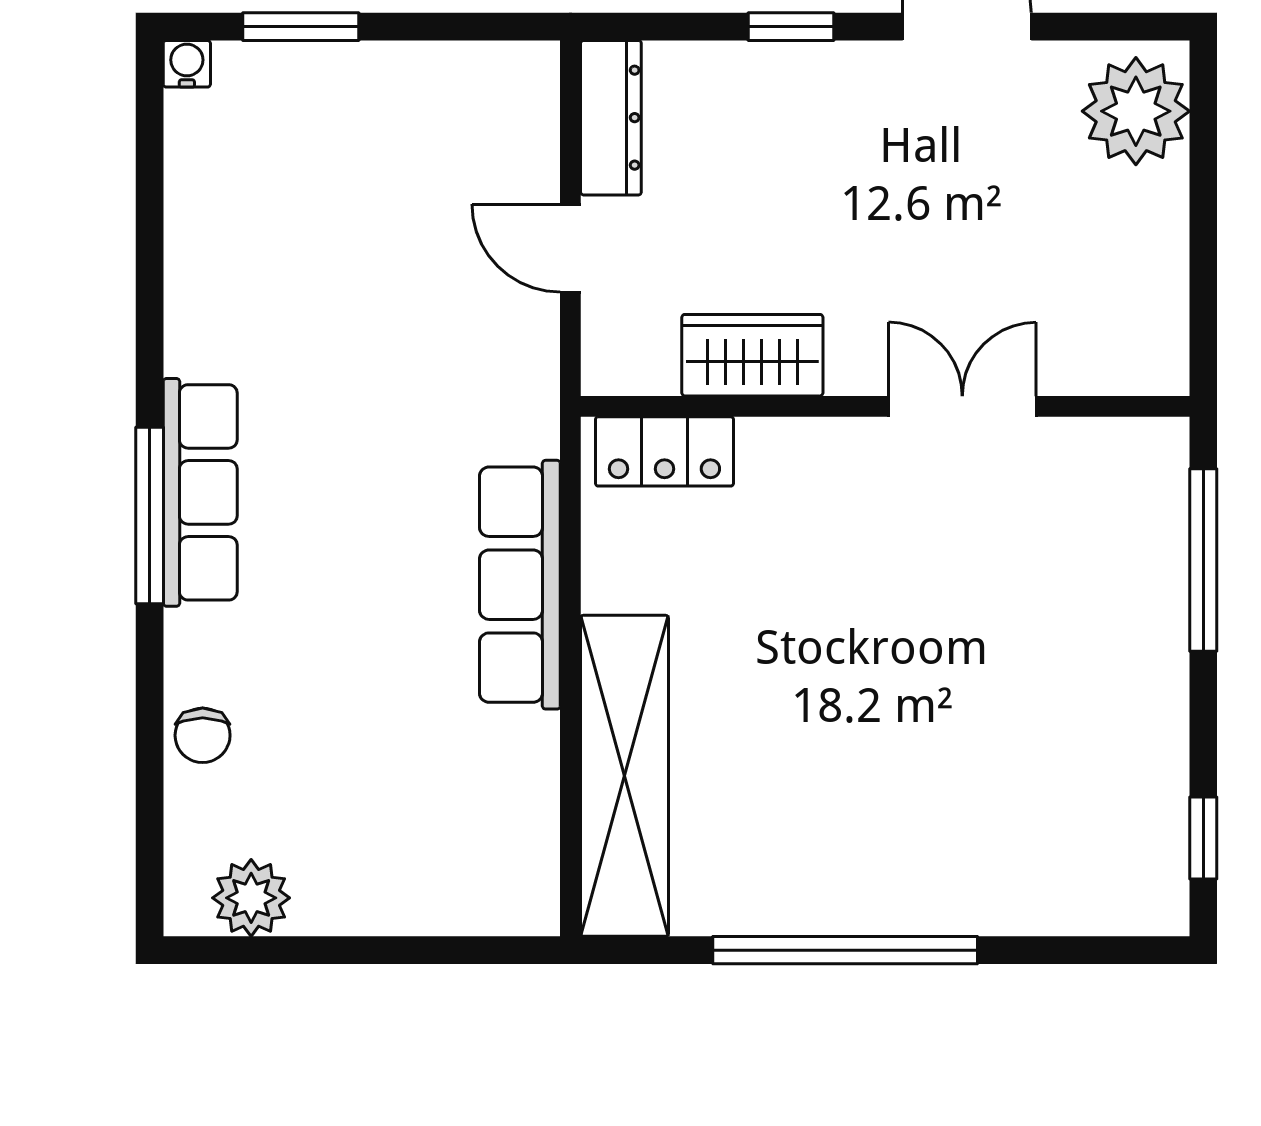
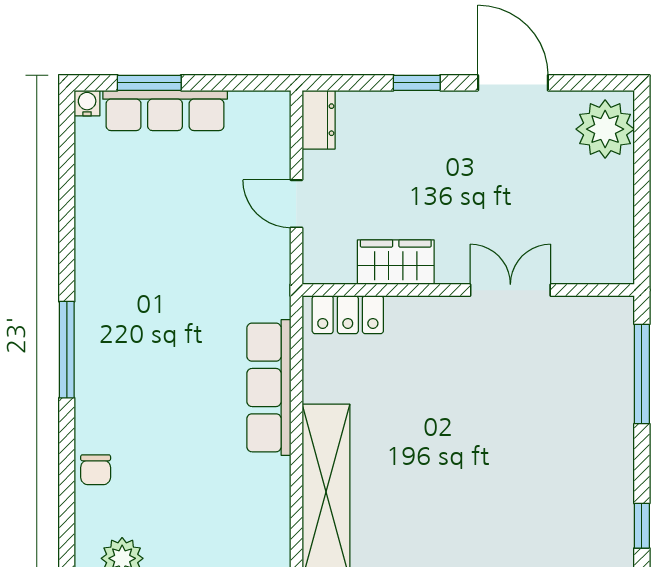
dresser: (611, 118) -> (319, 120), width x0.70
row of seats: (200, 492) -> (165, 110), moved, turned 90

